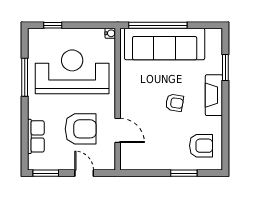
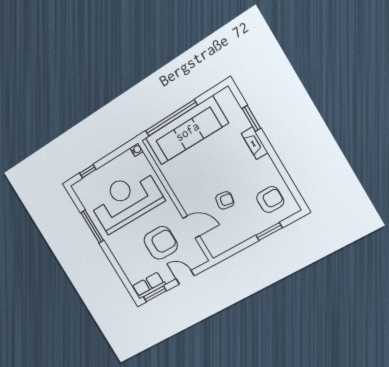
fireplace: (214, 95) -> (255, 143), width x0.73, depth x0.76
armchair: (175, 103) -> (225, 200), moved
row of seats: (36, 136) -> (149, 285), moved, turned -90

